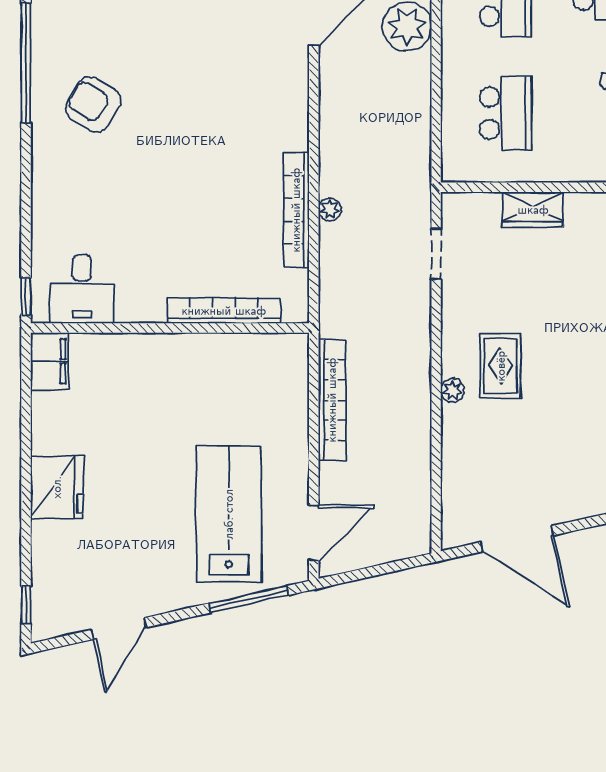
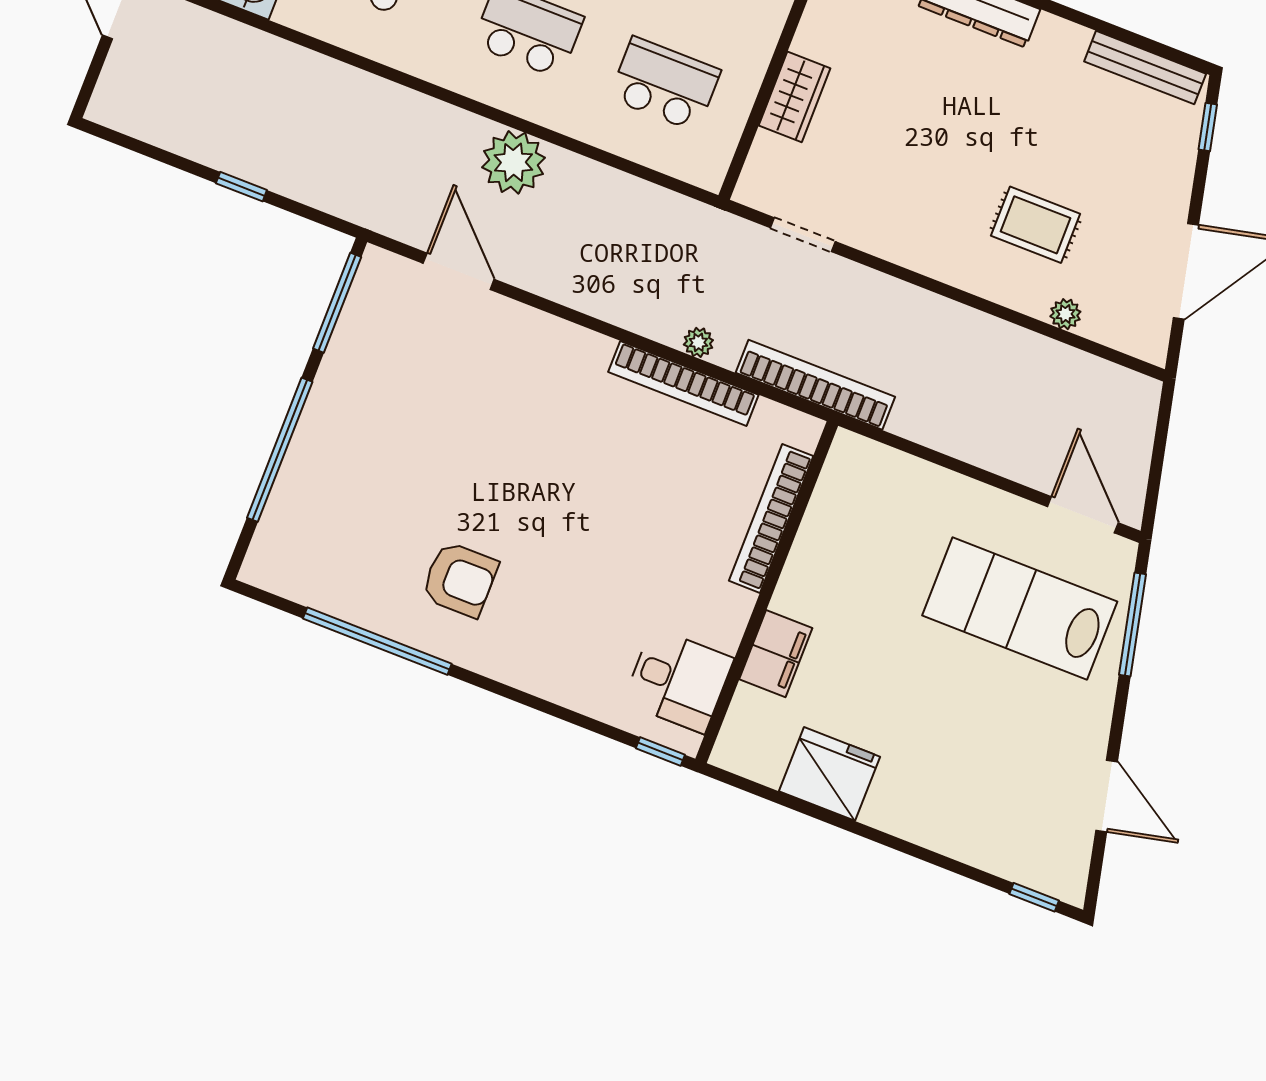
armchair: (93, 104) -> (460, 579), turned -122
filing cabinet: (50, 361) -> (776, 654), moved, turned 90
rug: (501, 366) -> (1035, 225), moved
plant: (453, 390) -> (1065, 314), moved
bookcase: (332, 400) -> (815, 385), moved
fridge: (57, 487) -> (830, 774), moved

